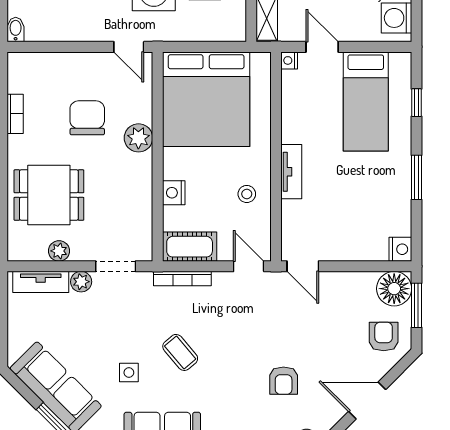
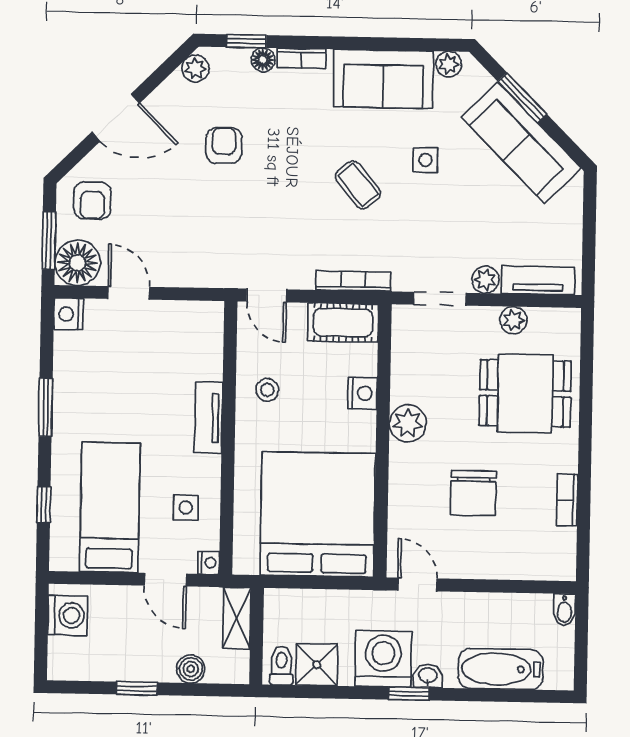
side table: (307, 103) -> (186, 507), added
plant: (138, 138) -> (408, 423), moved
door: (303, 266) -> (129, 293), moved

